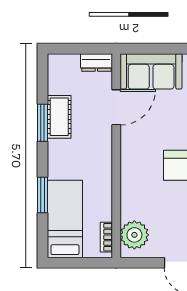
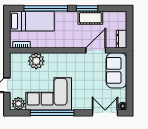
door: (116, 107) -> (96, 50), swing flipped
window: (43, 195) -> (46, 8), width x2.11
plant: (134, 235) -> (36, 61), moved

